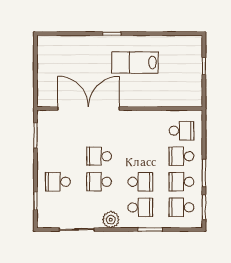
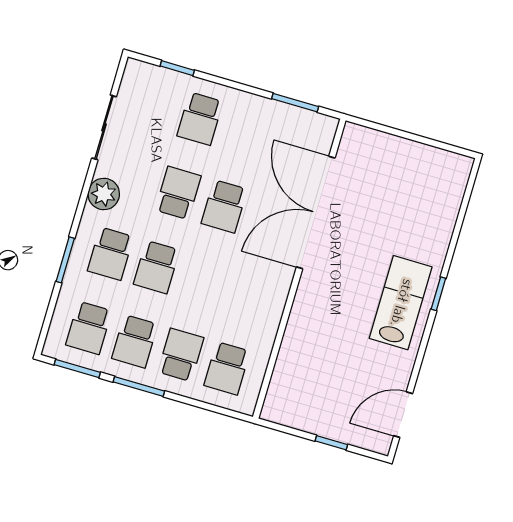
door: (179, 34) -> (403, 415), added
lab bench: (135, 63) -> (401, 303), moved
double door: (89, 109) -> (316, 212), swing flipped
school desk: (99, 156) -> (224, 206), turned 180
school desk: (58, 182) -> (200, 119), turned 180
school desk: (181, 182) -> (135, 341), turned 180
school desk: (181, 207) -> (89, 328), turned 180

